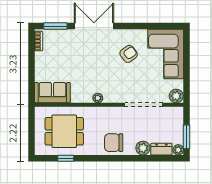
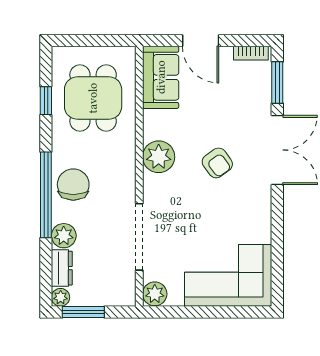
armchair: (129, 54) -> (217, 163), moved
door: (31, 70) -> (201, 41), added
plant: (98, 98) -> (159, 157), width x1.87, depth x1.87
window: (120, 158) -> (46, 195), added

